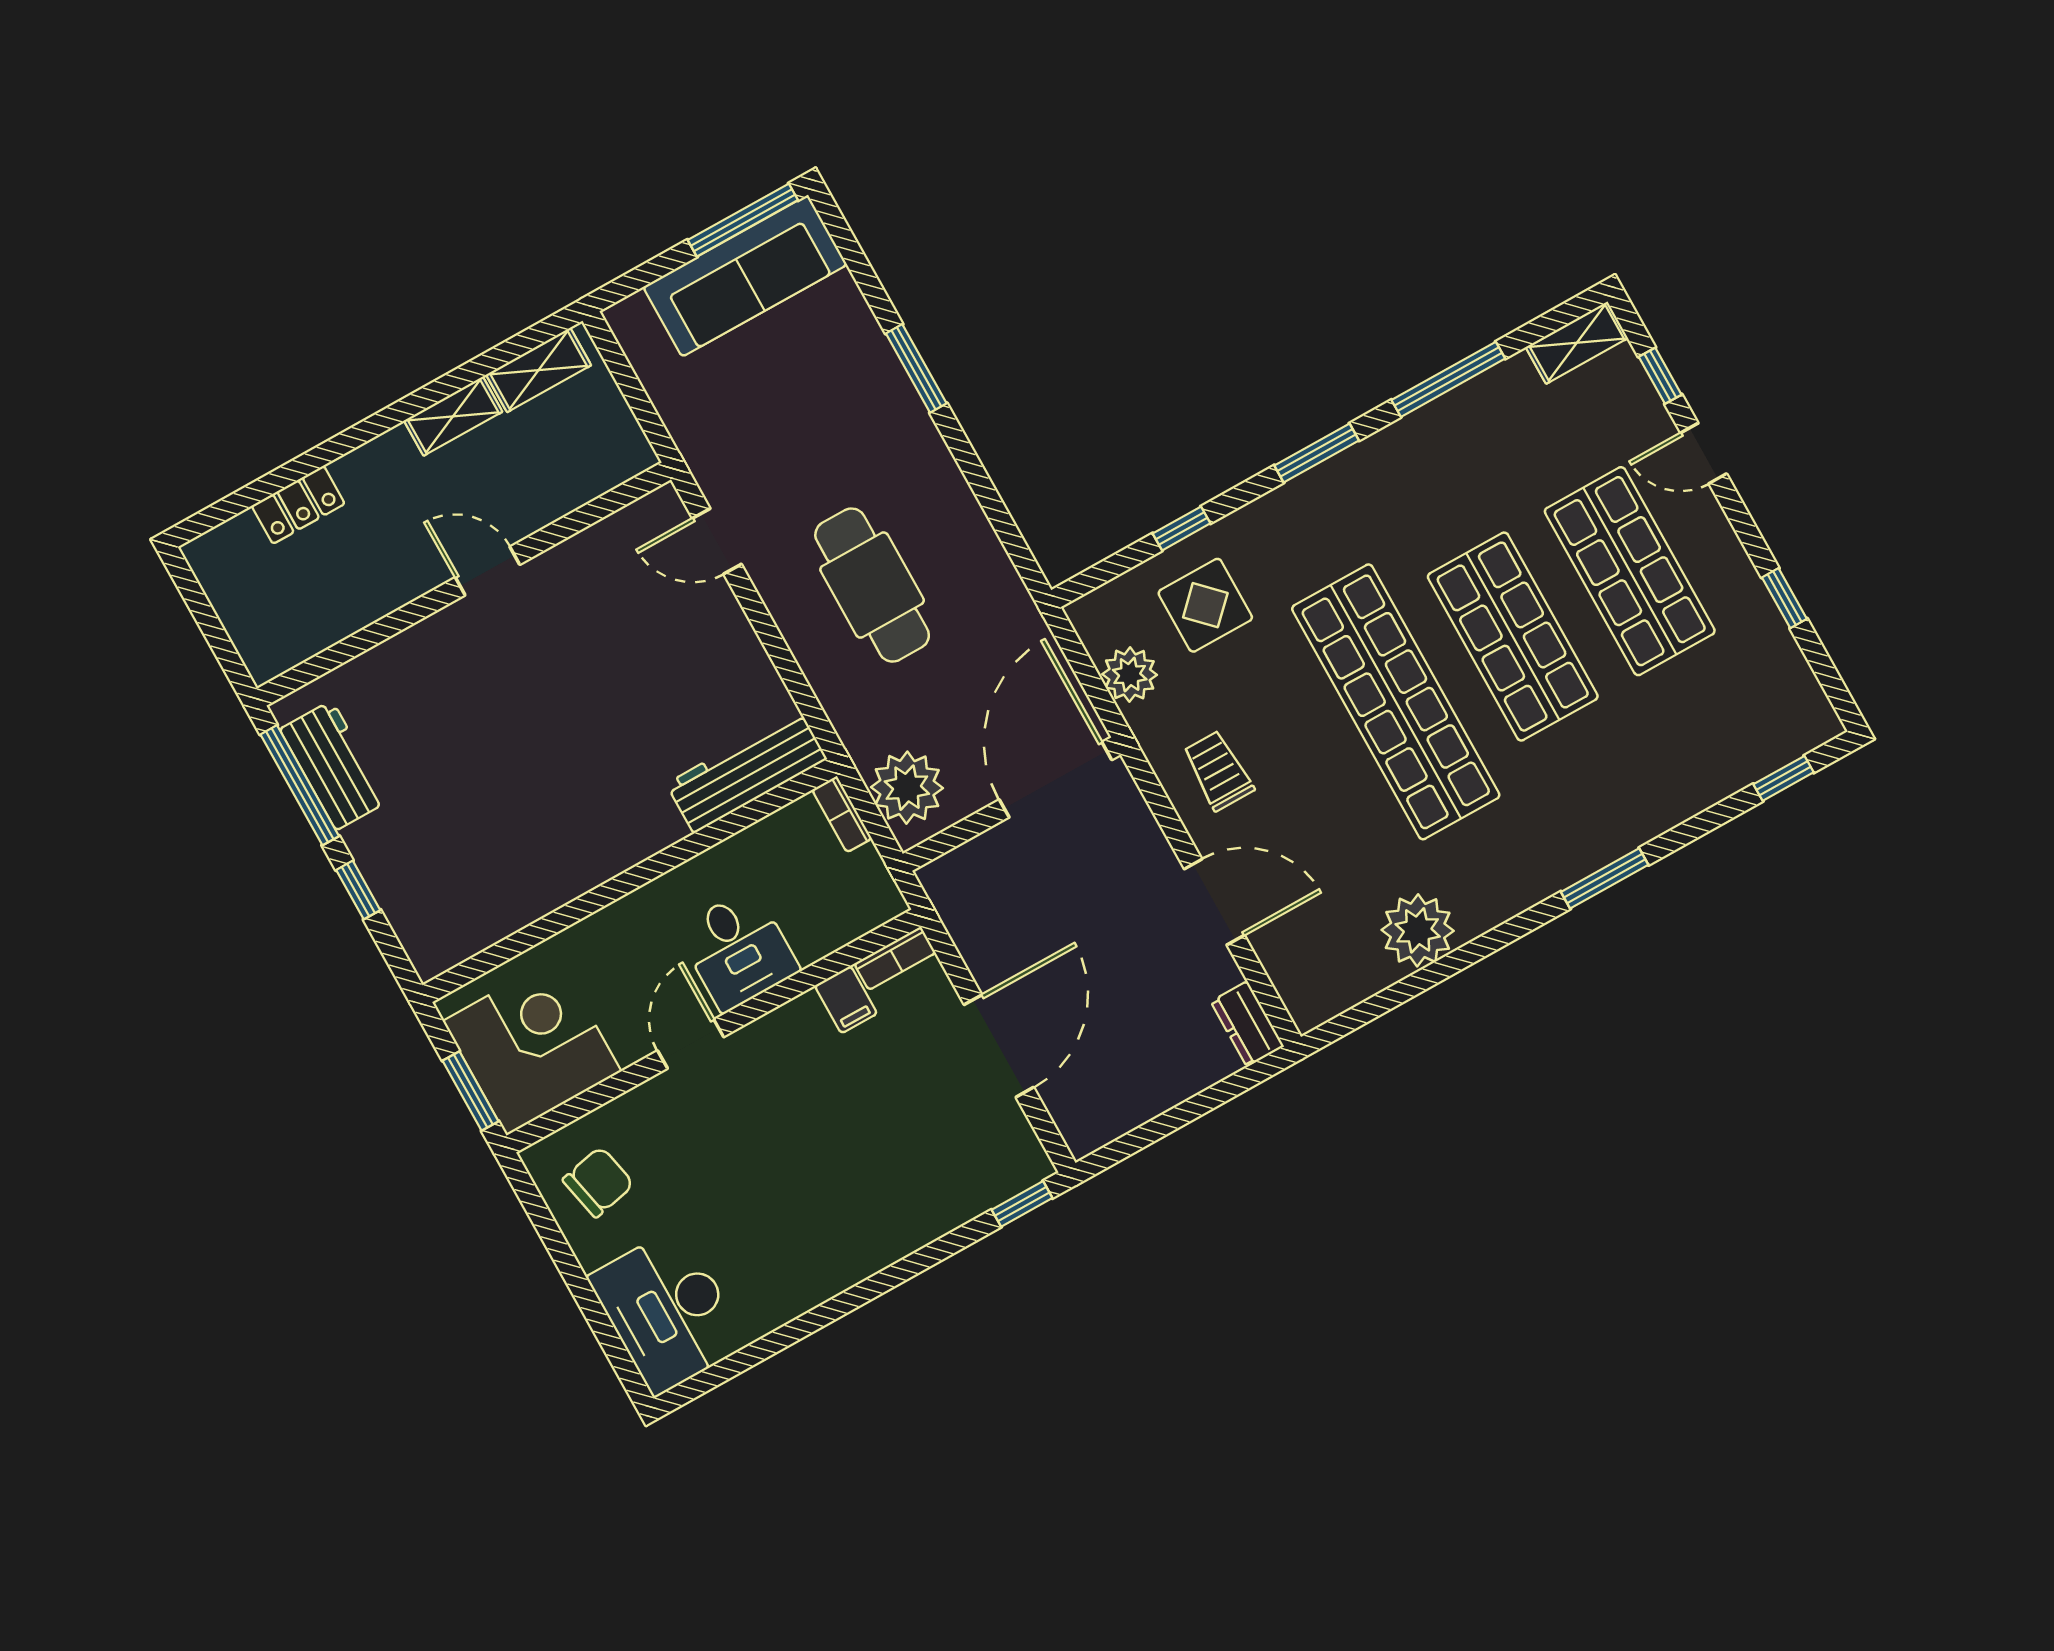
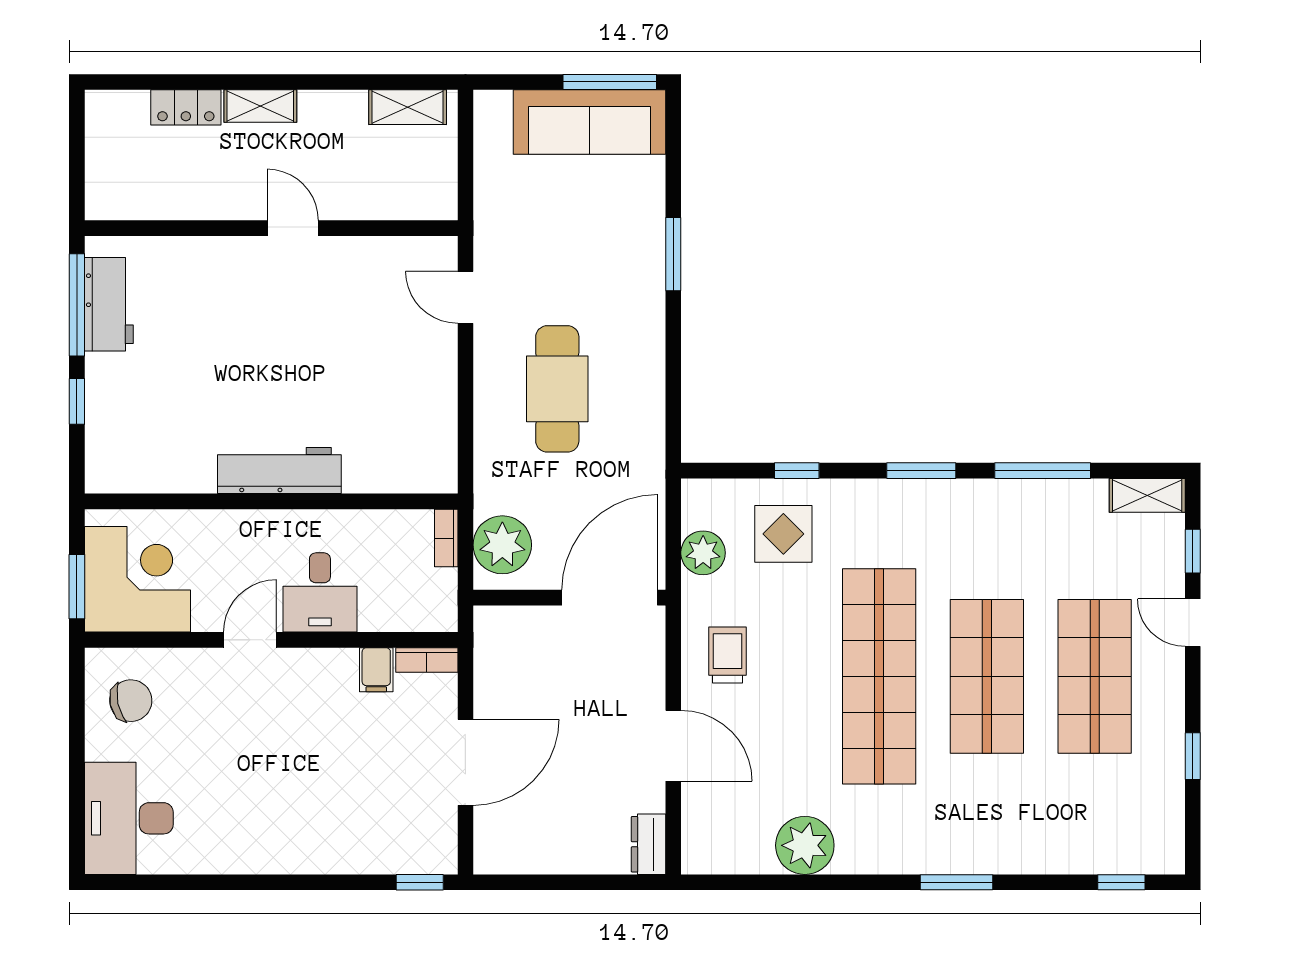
shelving: (453, 416) -> (260, 106), moved
workbench: (747, 771) -> (279, 470), moved

